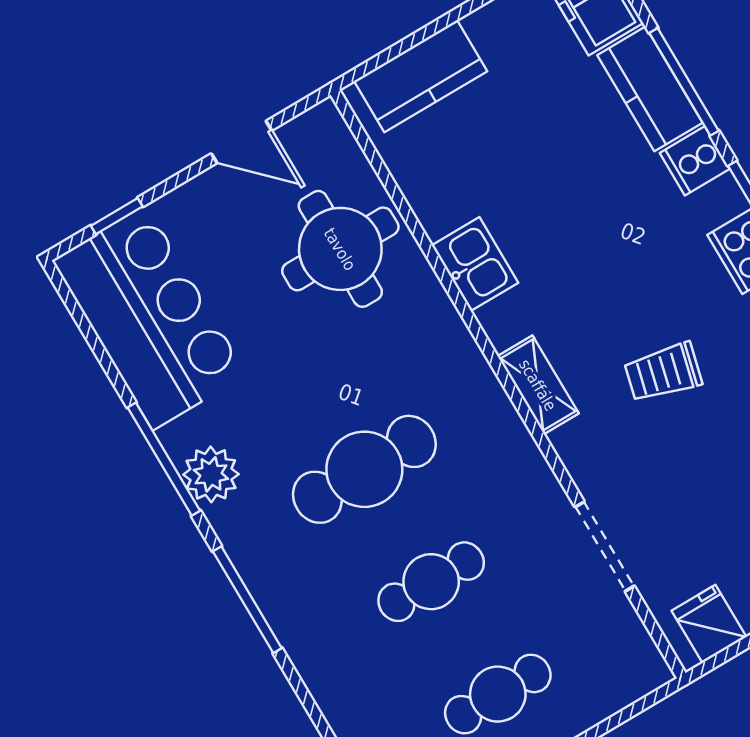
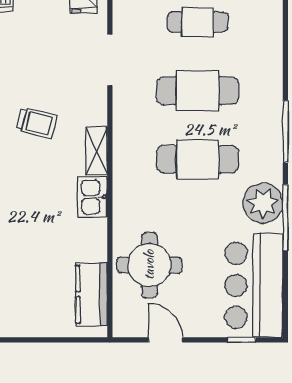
kitchen counter: (421, 76) -> (92, 294), moved, turned -90
kitchen sink: (475, 264) -> (93, 197), moved
plant: (211, 474) -> (263, 203), width x1.36, depth x1.36
cafe table: (431, 582) -> (198, 91), width x1.37, depth x1.35

